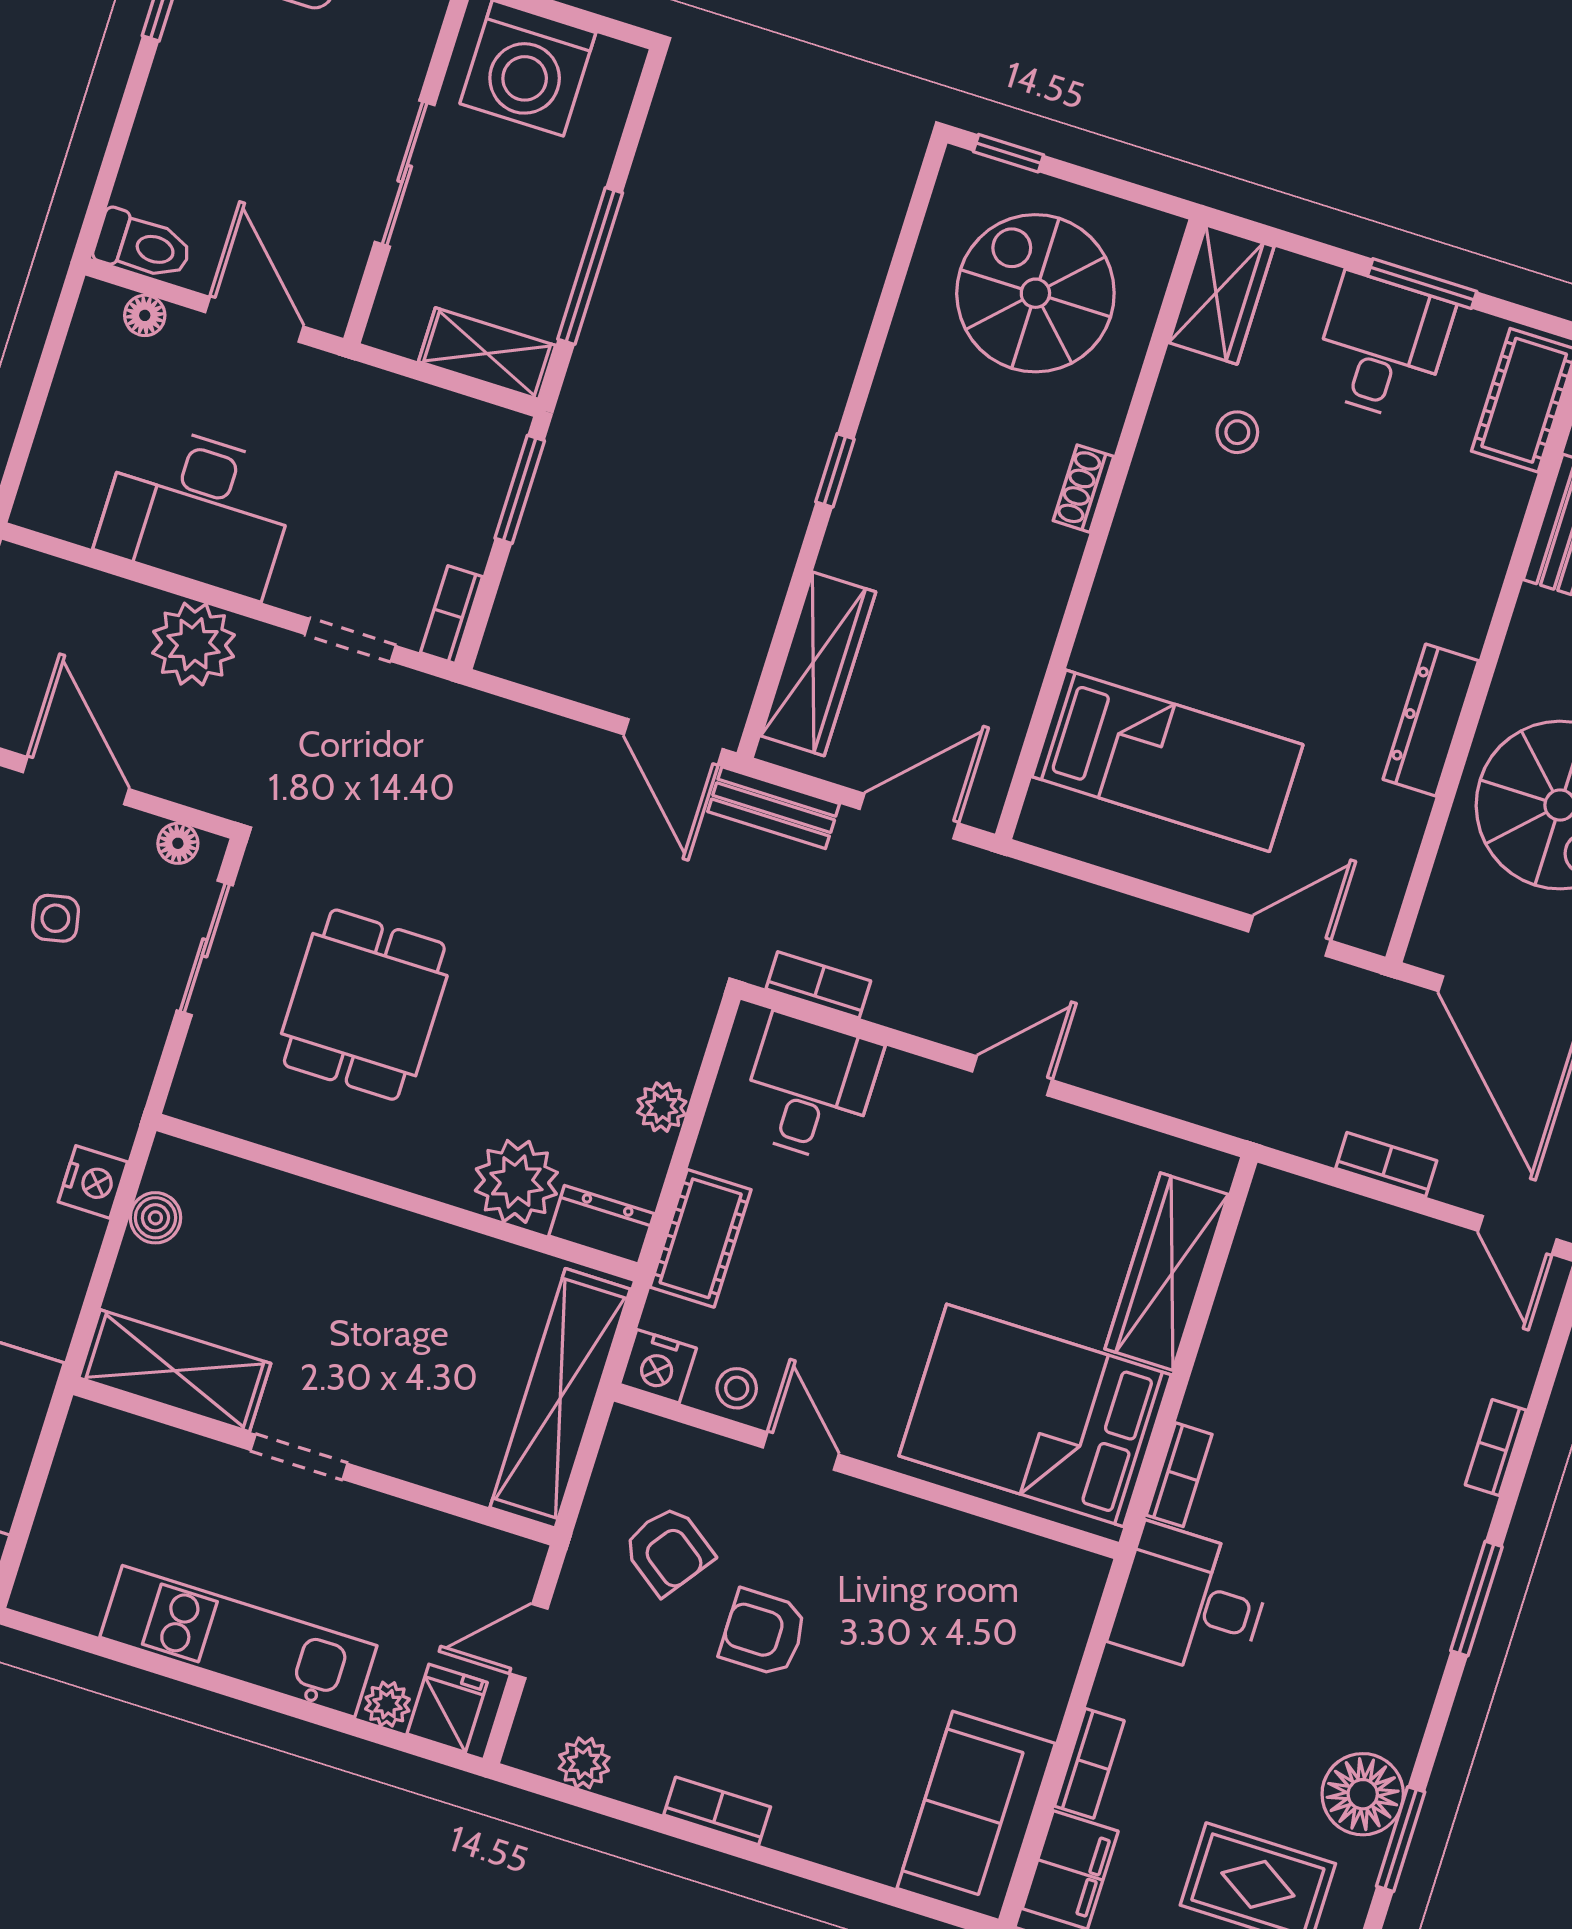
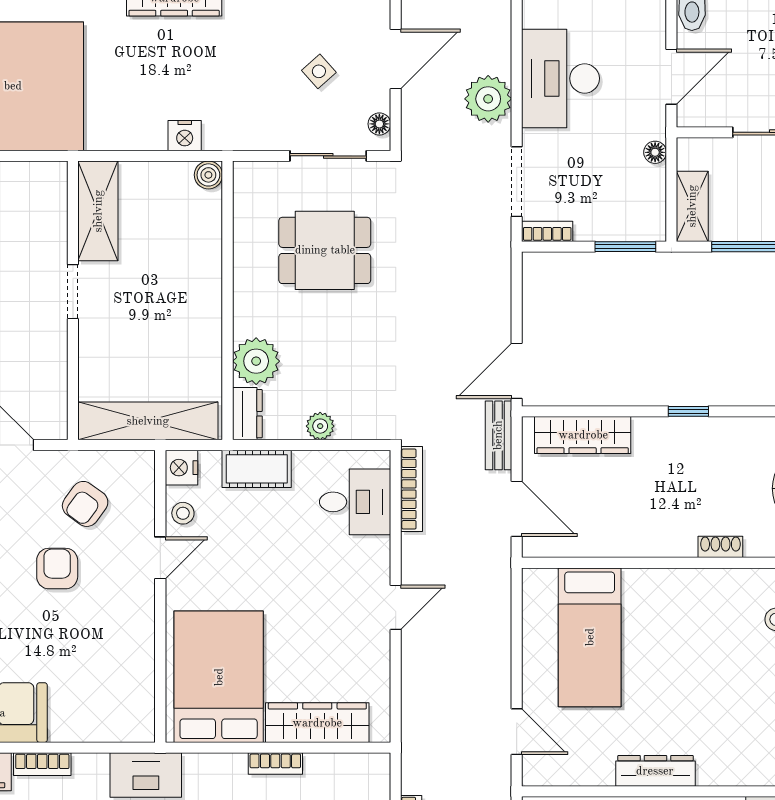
floor lamp: (145, 315) -> (655, 152), moved
doorway: (350, 640) -> (517, 182), width x1.38
side table: (55, 918) -> (319, 71), turned -30
bookcase: (818, 985) -> (412, 489), width x1.56
door: (1012, 1076) -> (396, 607), hinge flipped
boiler: (155, 1218) -> (208, 175), moved
bookcase: (1179, 1475) -> (275, 764), moved

